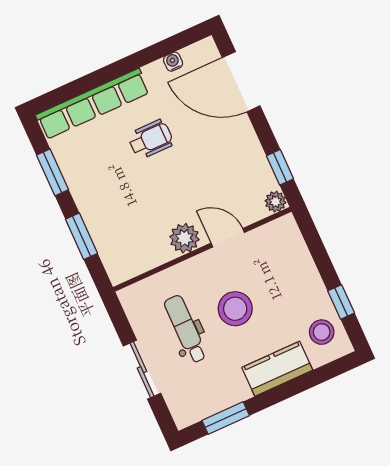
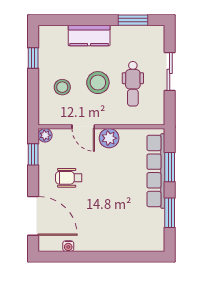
row of seats: (93, 104) -> (156, 171), moved, turned -90
wheelchair: (151, 139) -> (69, 178), moved
stool: (322, 332) -> (62, 87), moved

